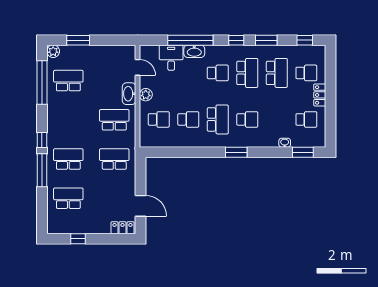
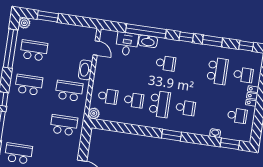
school desk: (247, 73) -> (192, 67), removed
plant: (146, 95) -> (94, 113), moved
school desk: (68, 159) -> (29, 85), moved

